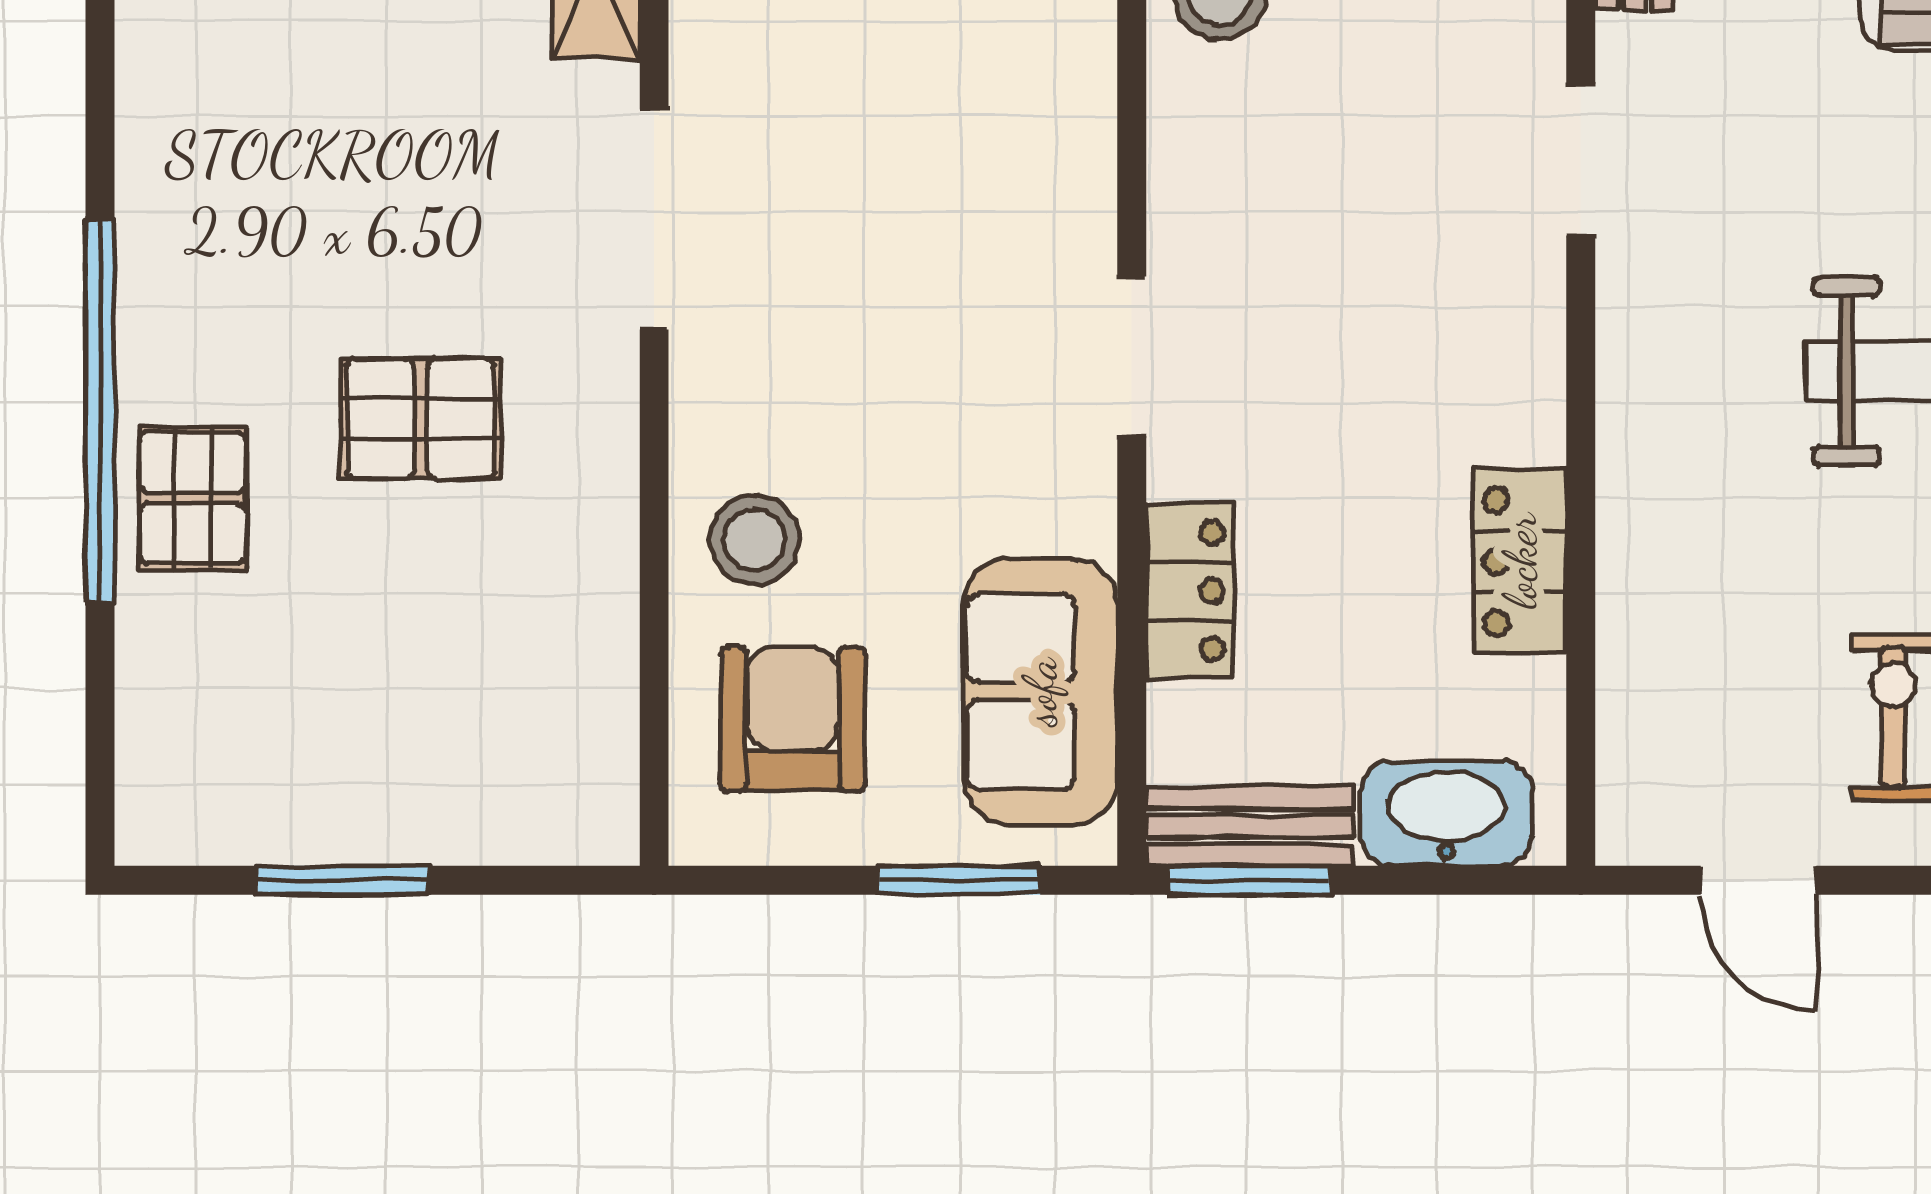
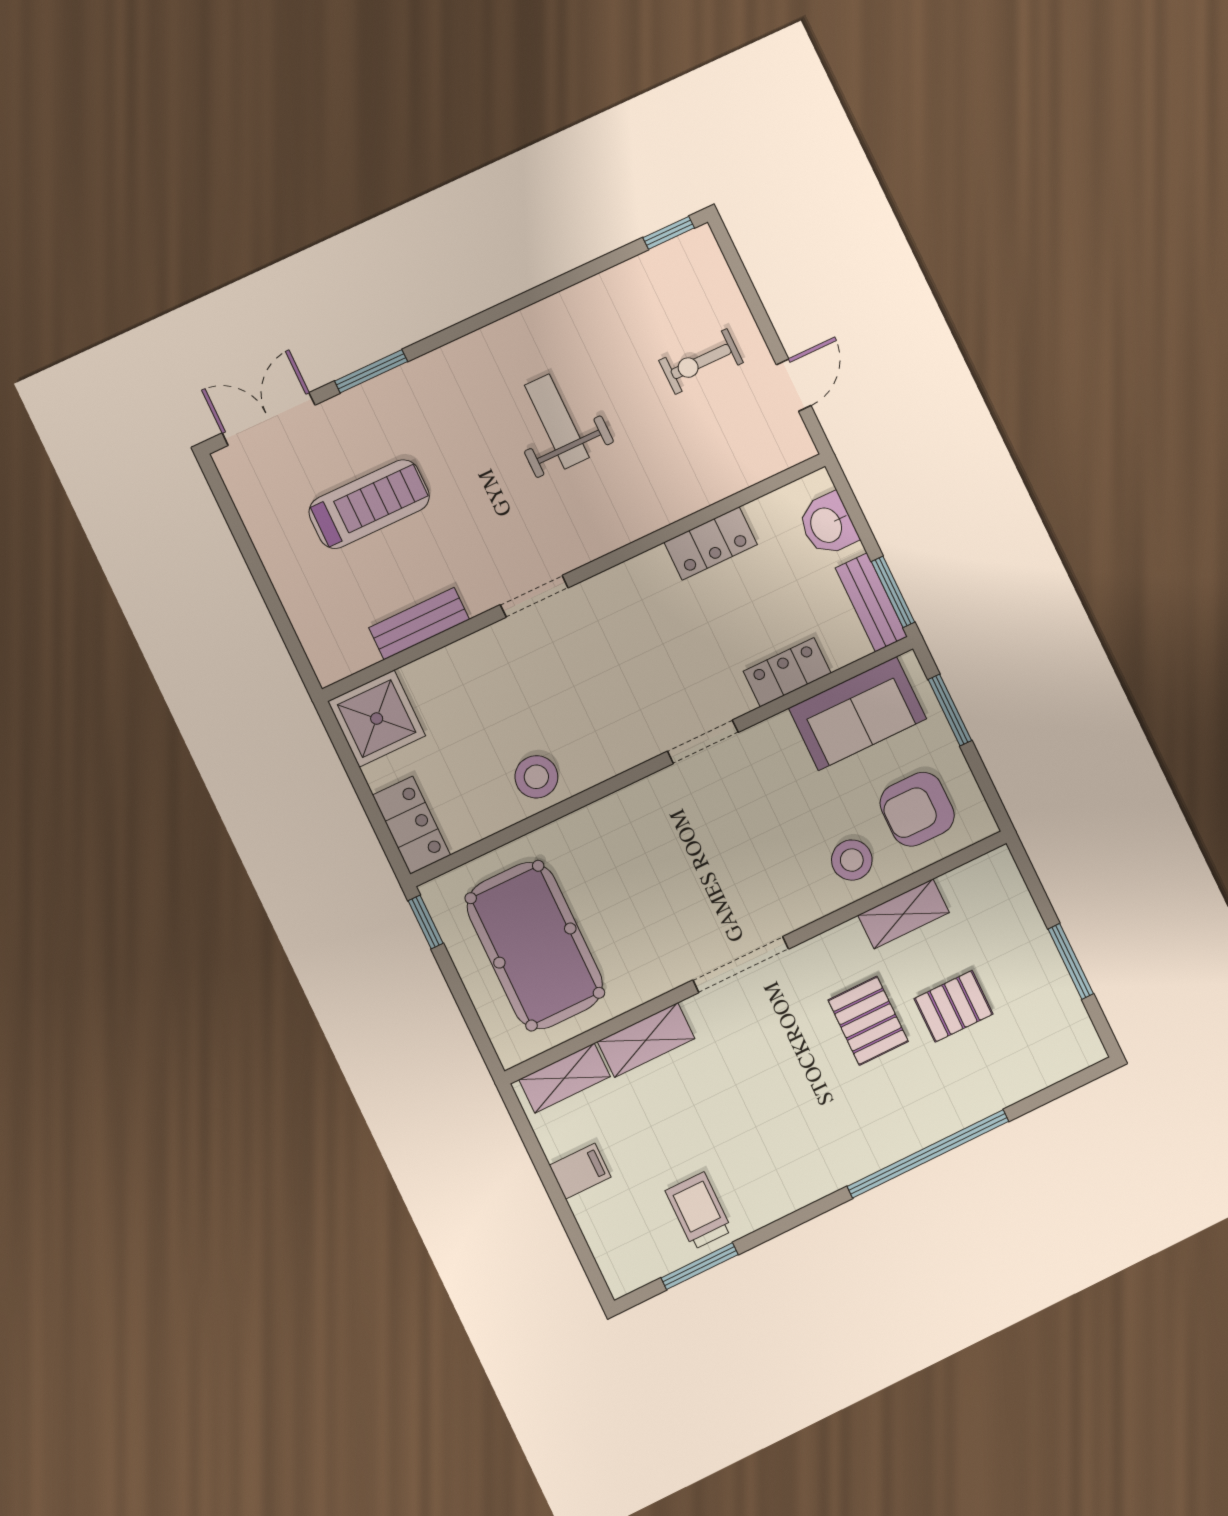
pallet: (193, 498) -> (954, 1006), moved
shelving: (598, 591) -> (904, 914), added
washbasin: (1446, 813) -> (827, 525), width x0.72

